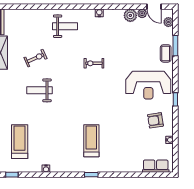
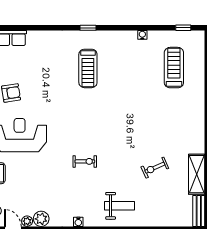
weight bench: (65, 26) -> (119, 206), turned 180
weight bench: (39, 90) -> (150, 129), removed
treadmill: (20, 142) -> (174, 68), turned 180

